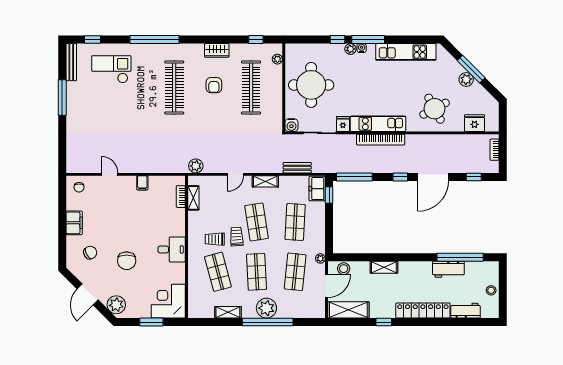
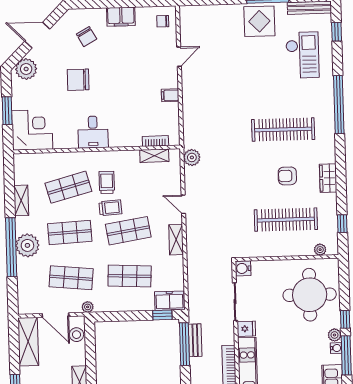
round table: (311, 85) -> (310, 295), moved
display table: (82, 105) -> (259, 21), added
bench: (297, 168) -> (195, 340), moved

